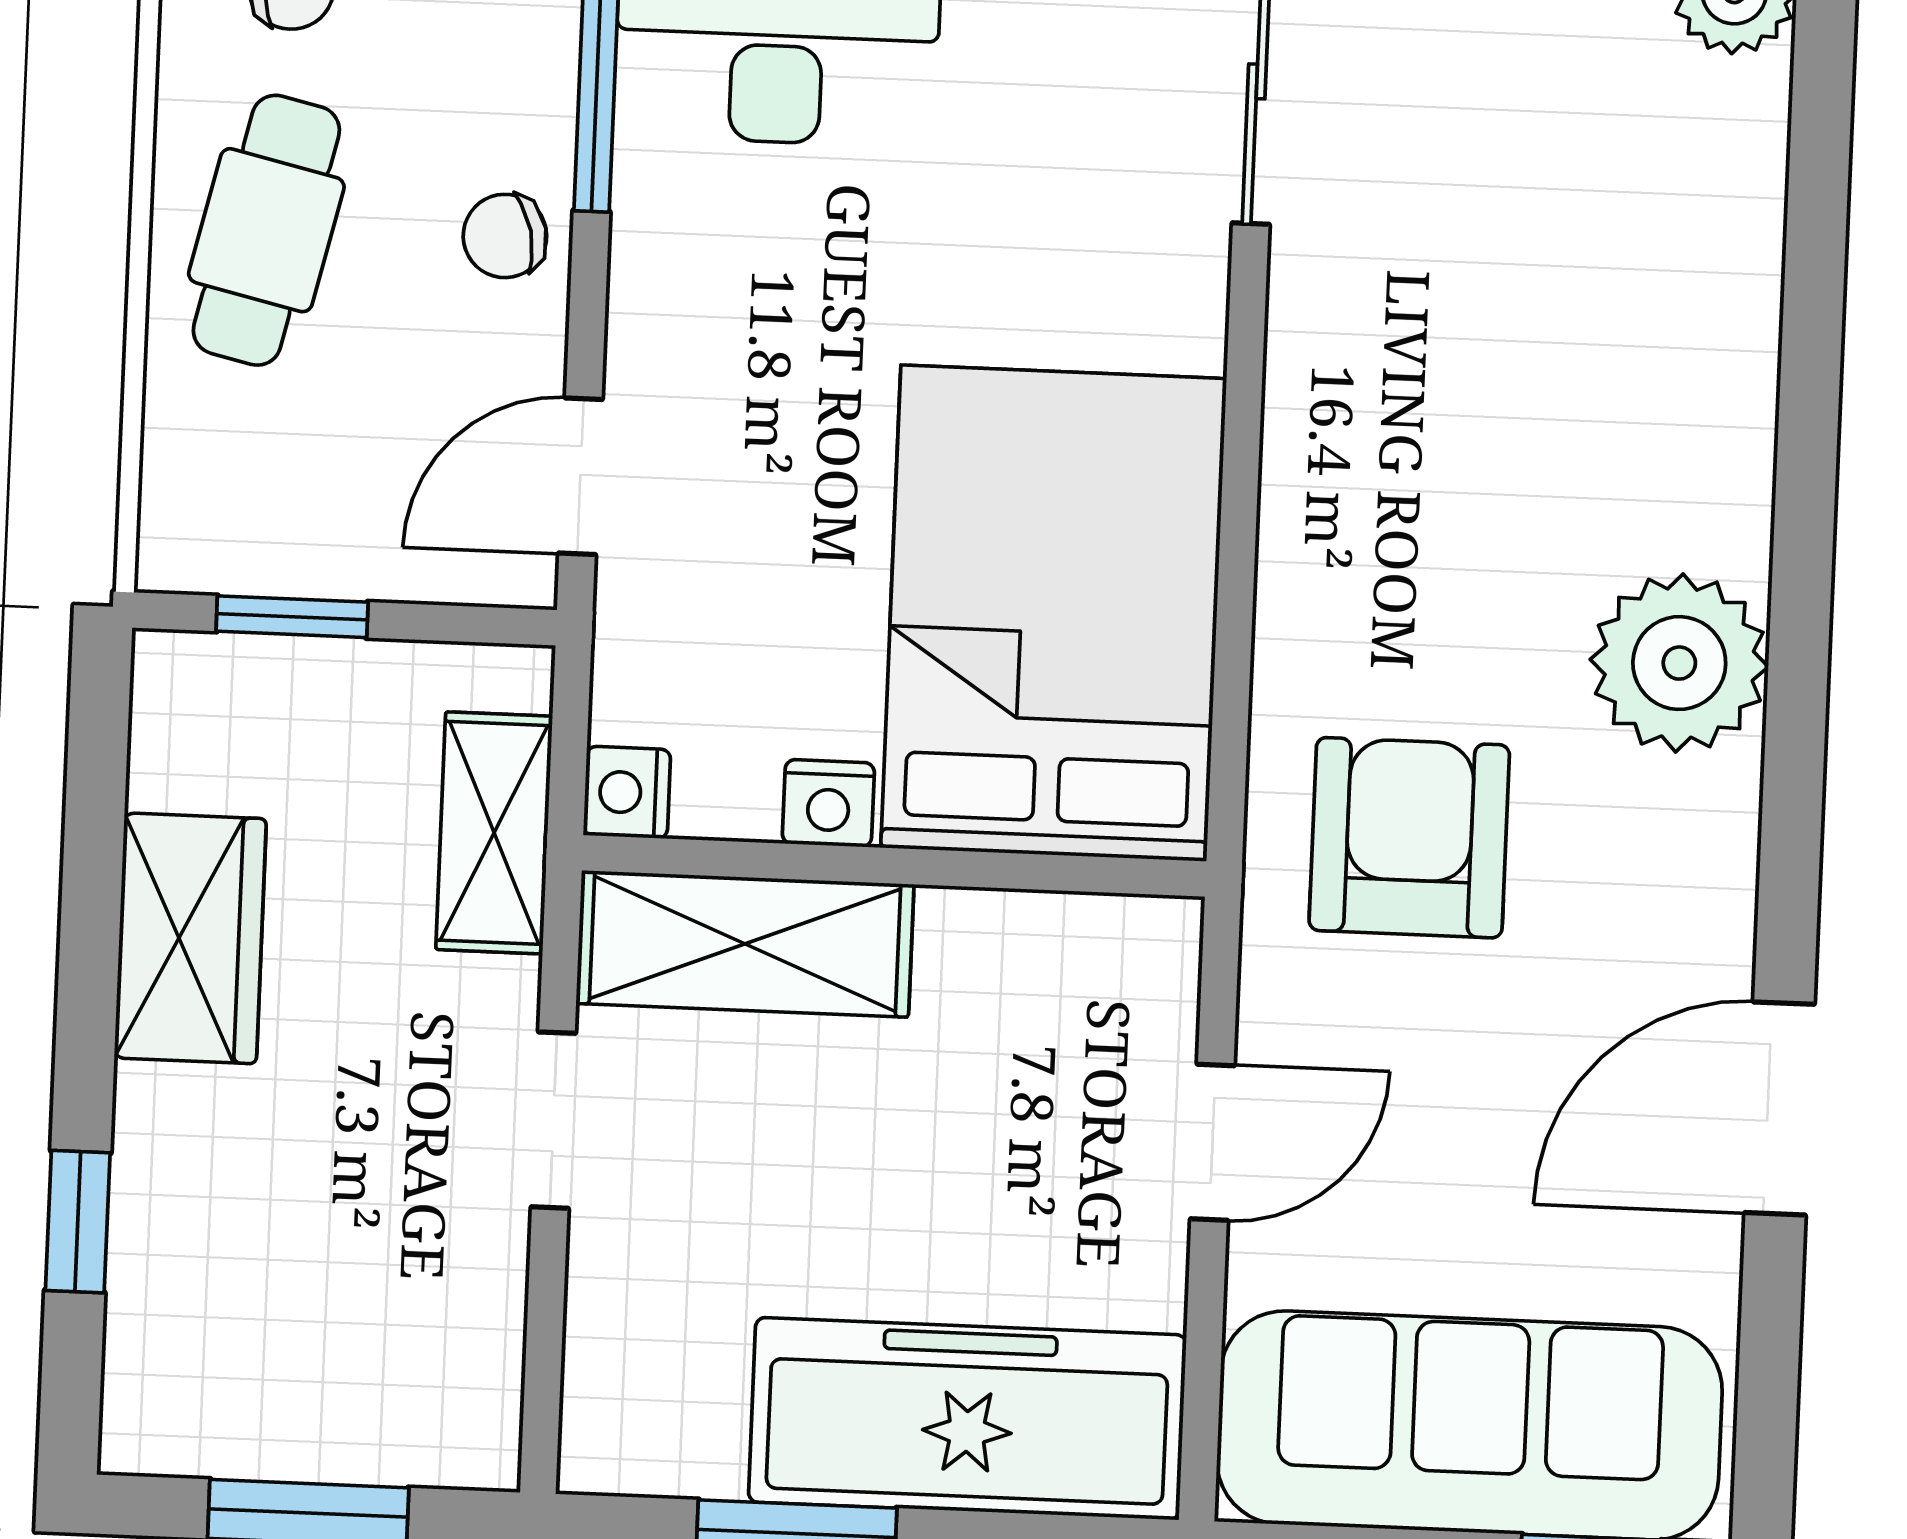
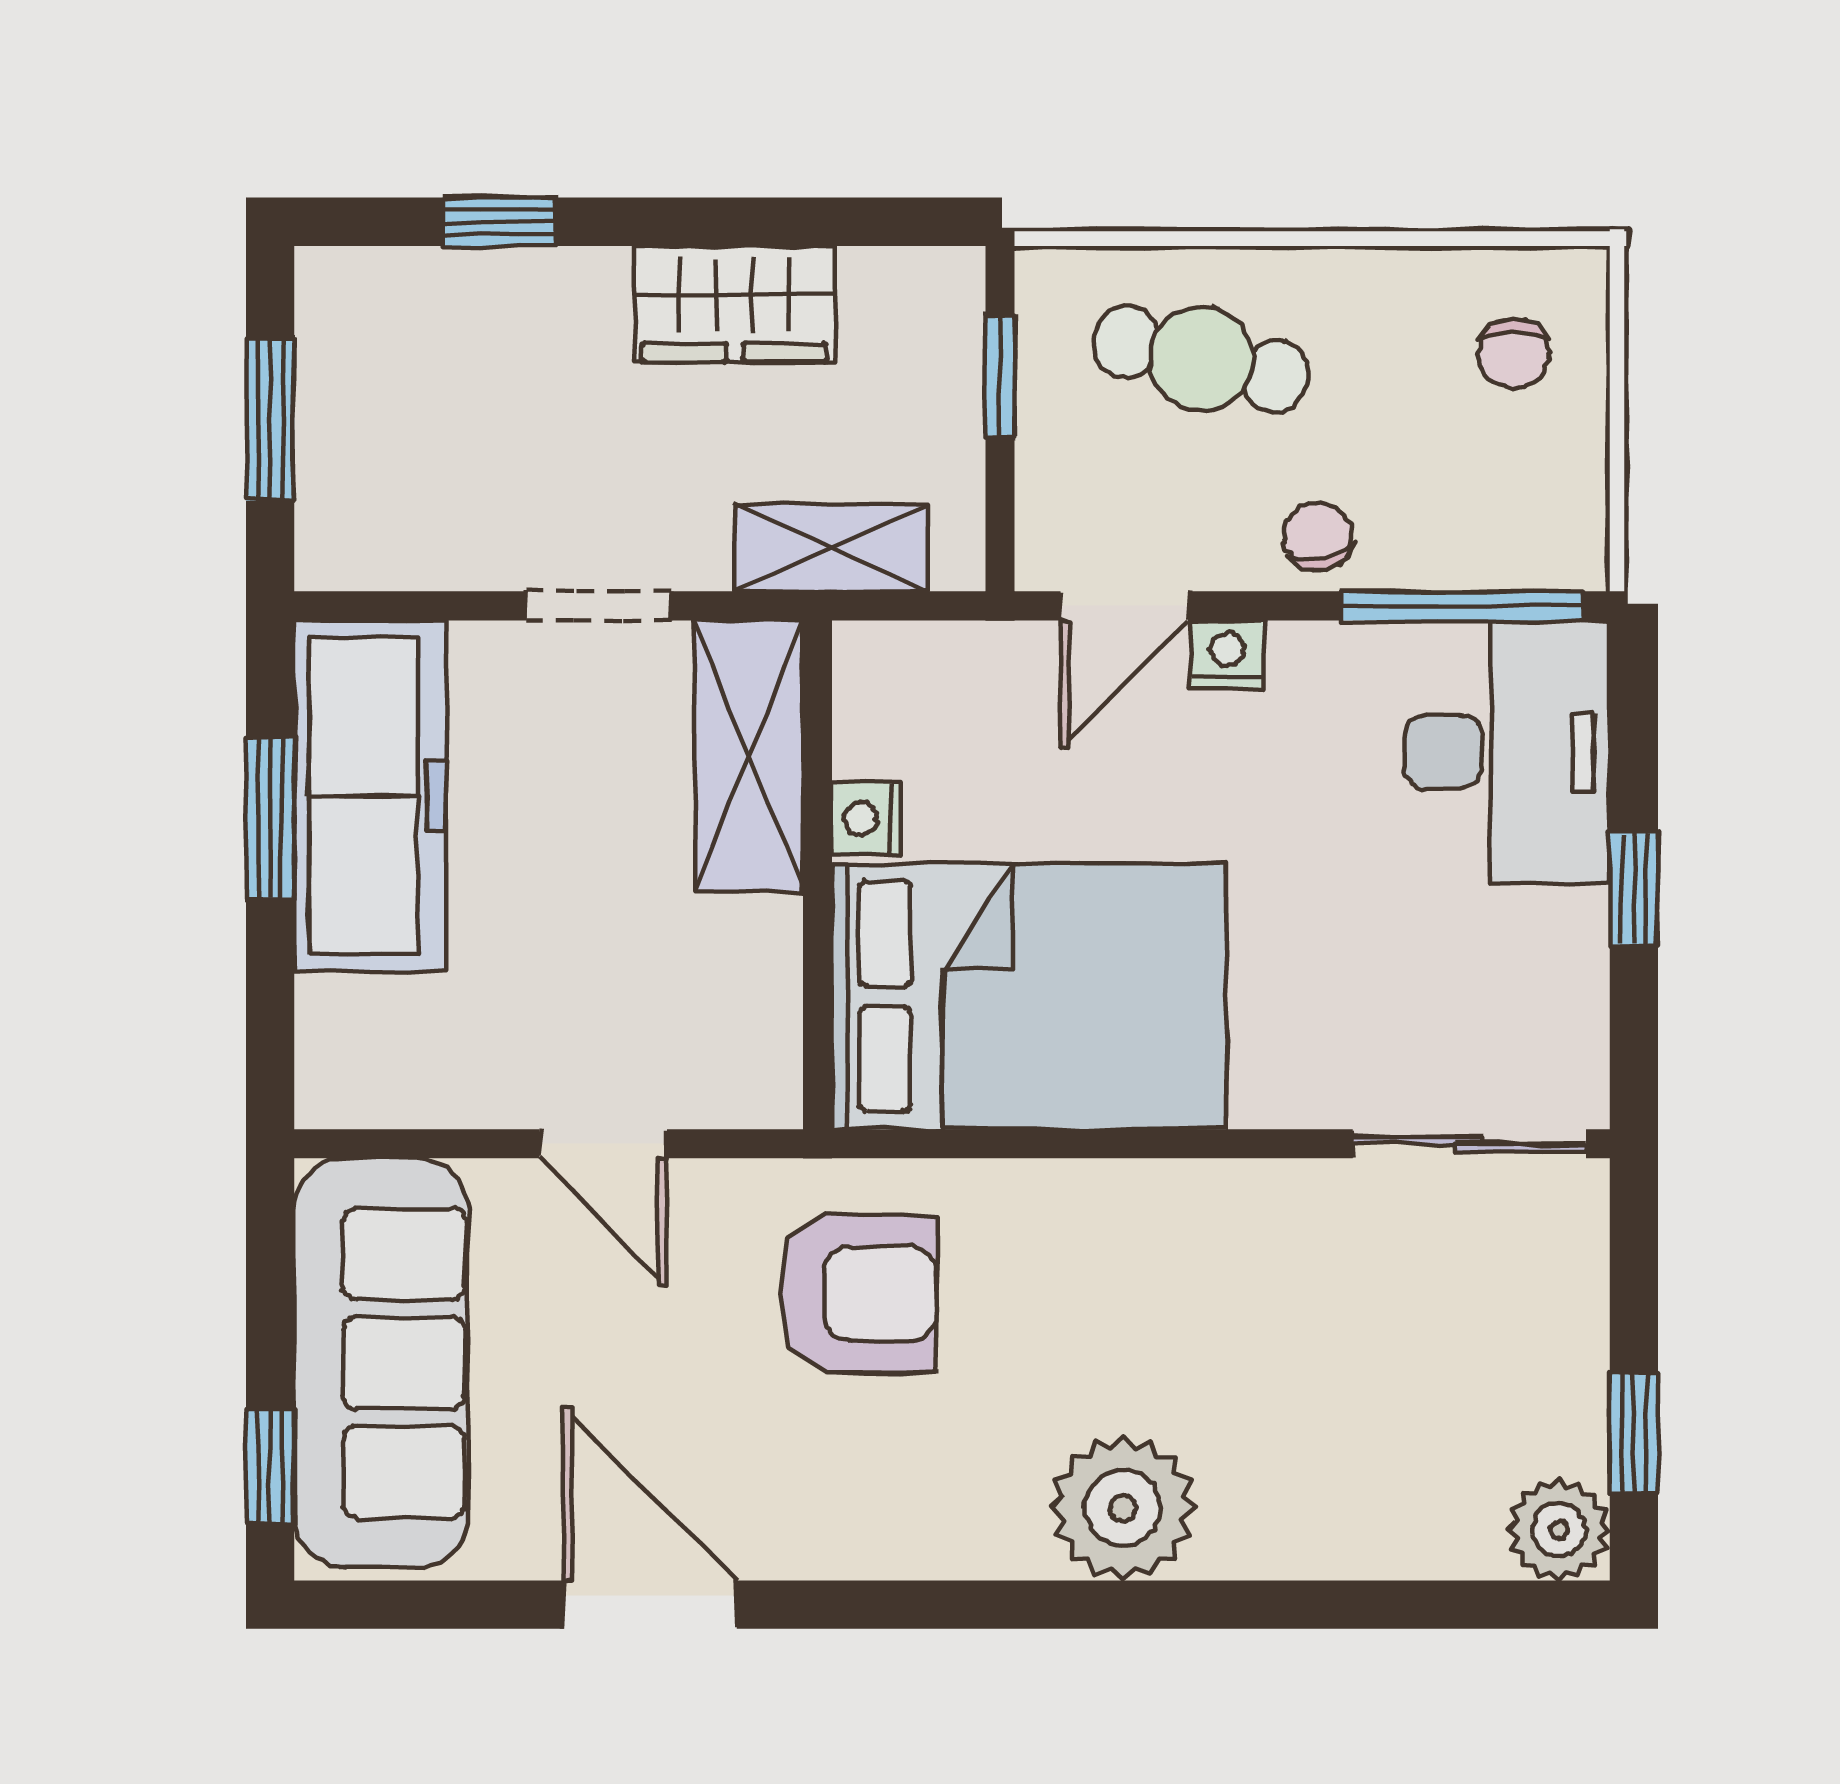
cafe table: (266, 230) -> (1201, 359), moved
door: (580, 476) -> (1124, 606), swing flipped
plant: (1679, 663) -> (1123, 1508), moved
nightstand: (627, 792) -> (1227, 655), moved
freezer: (967, 1419) -> (370, 796), moved

